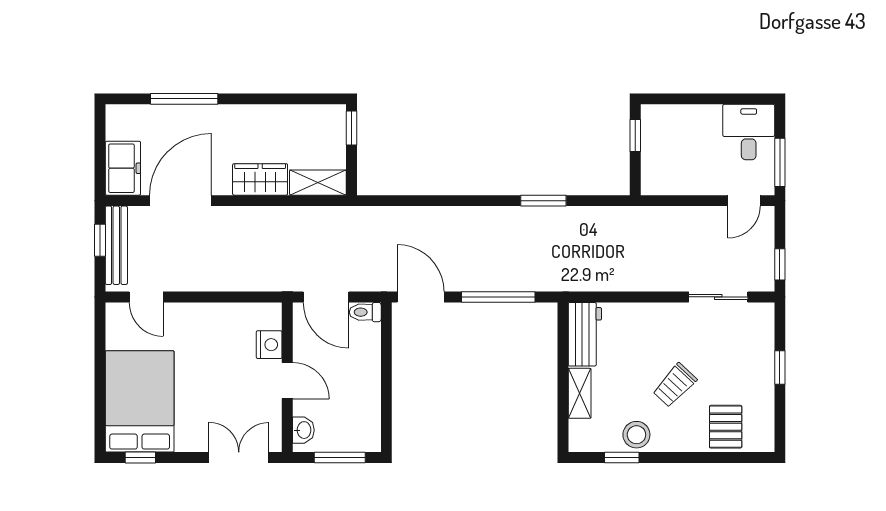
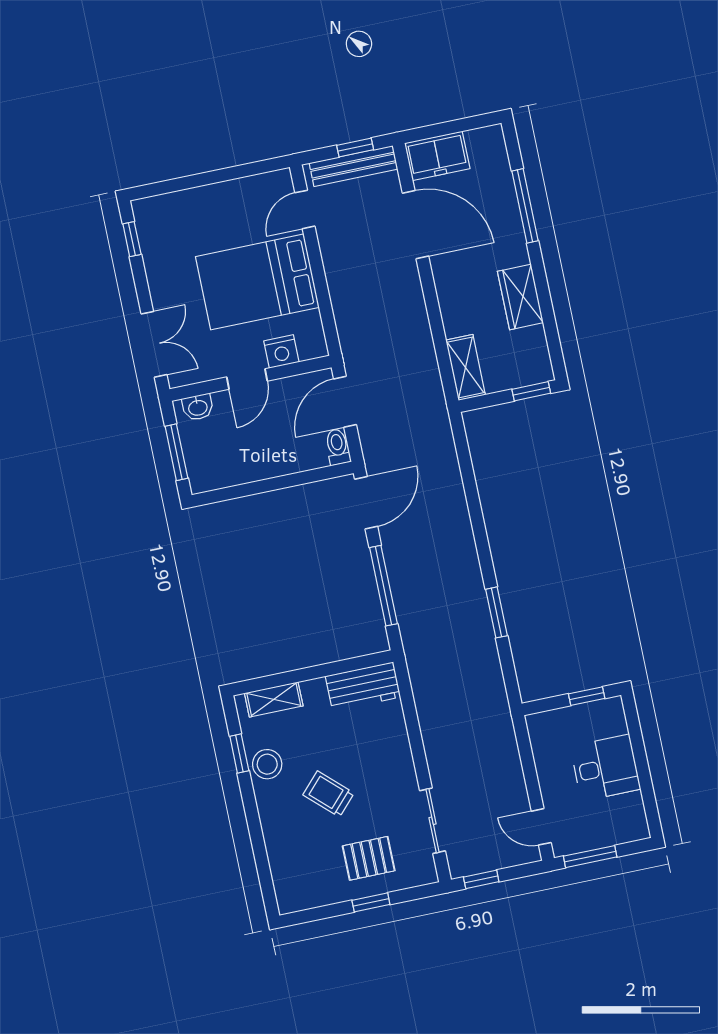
desk: (749, 132) -> (605, 768), moved
wardrobe: (260, 179) -> (520, 297), moved, turned 180
shelving: (580, 393) -> (274, 699), moved
bed: (140, 401) -> (257, 282), moved, turned 180
pallet: (726, 427) -> (369, 858), moved

